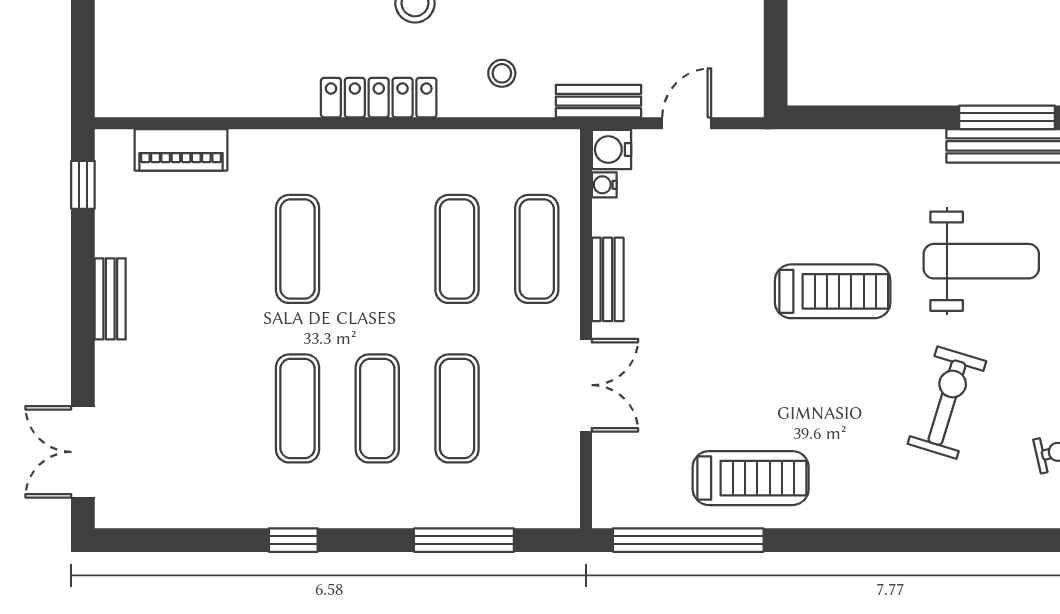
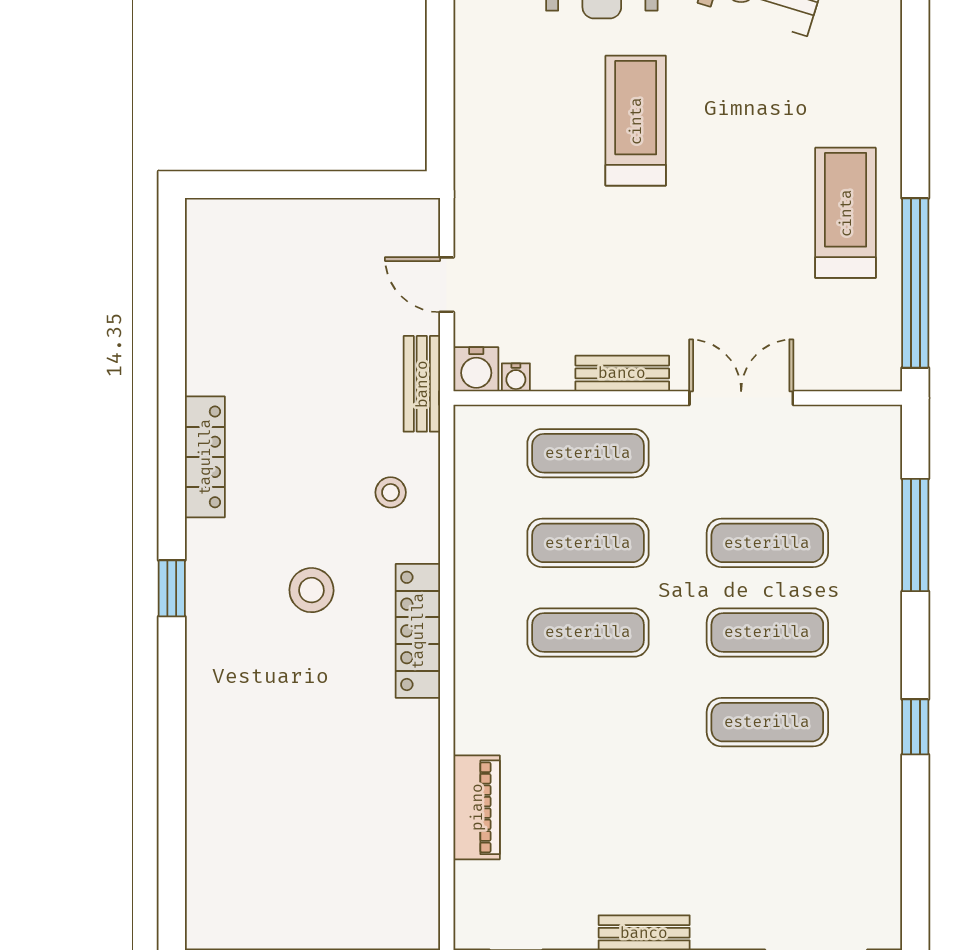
piano: (181, 150) -> (477, 807), moved
exercise mat: (298, 249) -> (588, 632), moved

